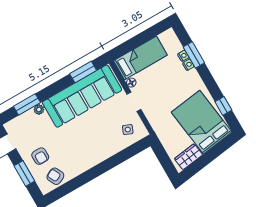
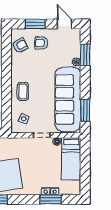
coffee table: (100, 147) -> (23, 91), added

